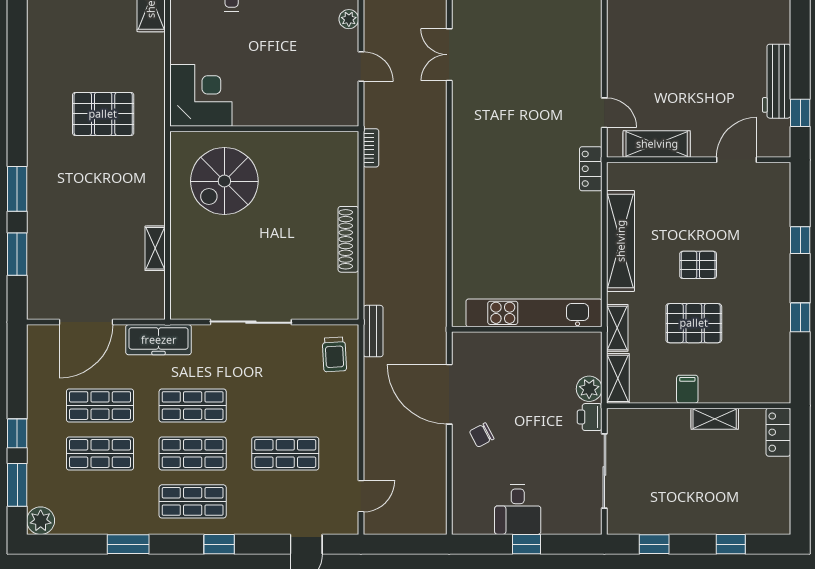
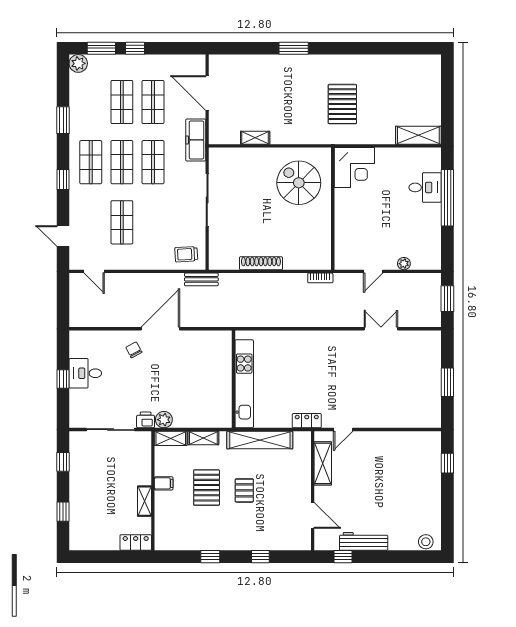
window: (17, 254) -> (251, 48), removed
kitchen unit: (534, 313) -> (244, 384), moved
wall: (527, 329) -> (234, 379), moved

